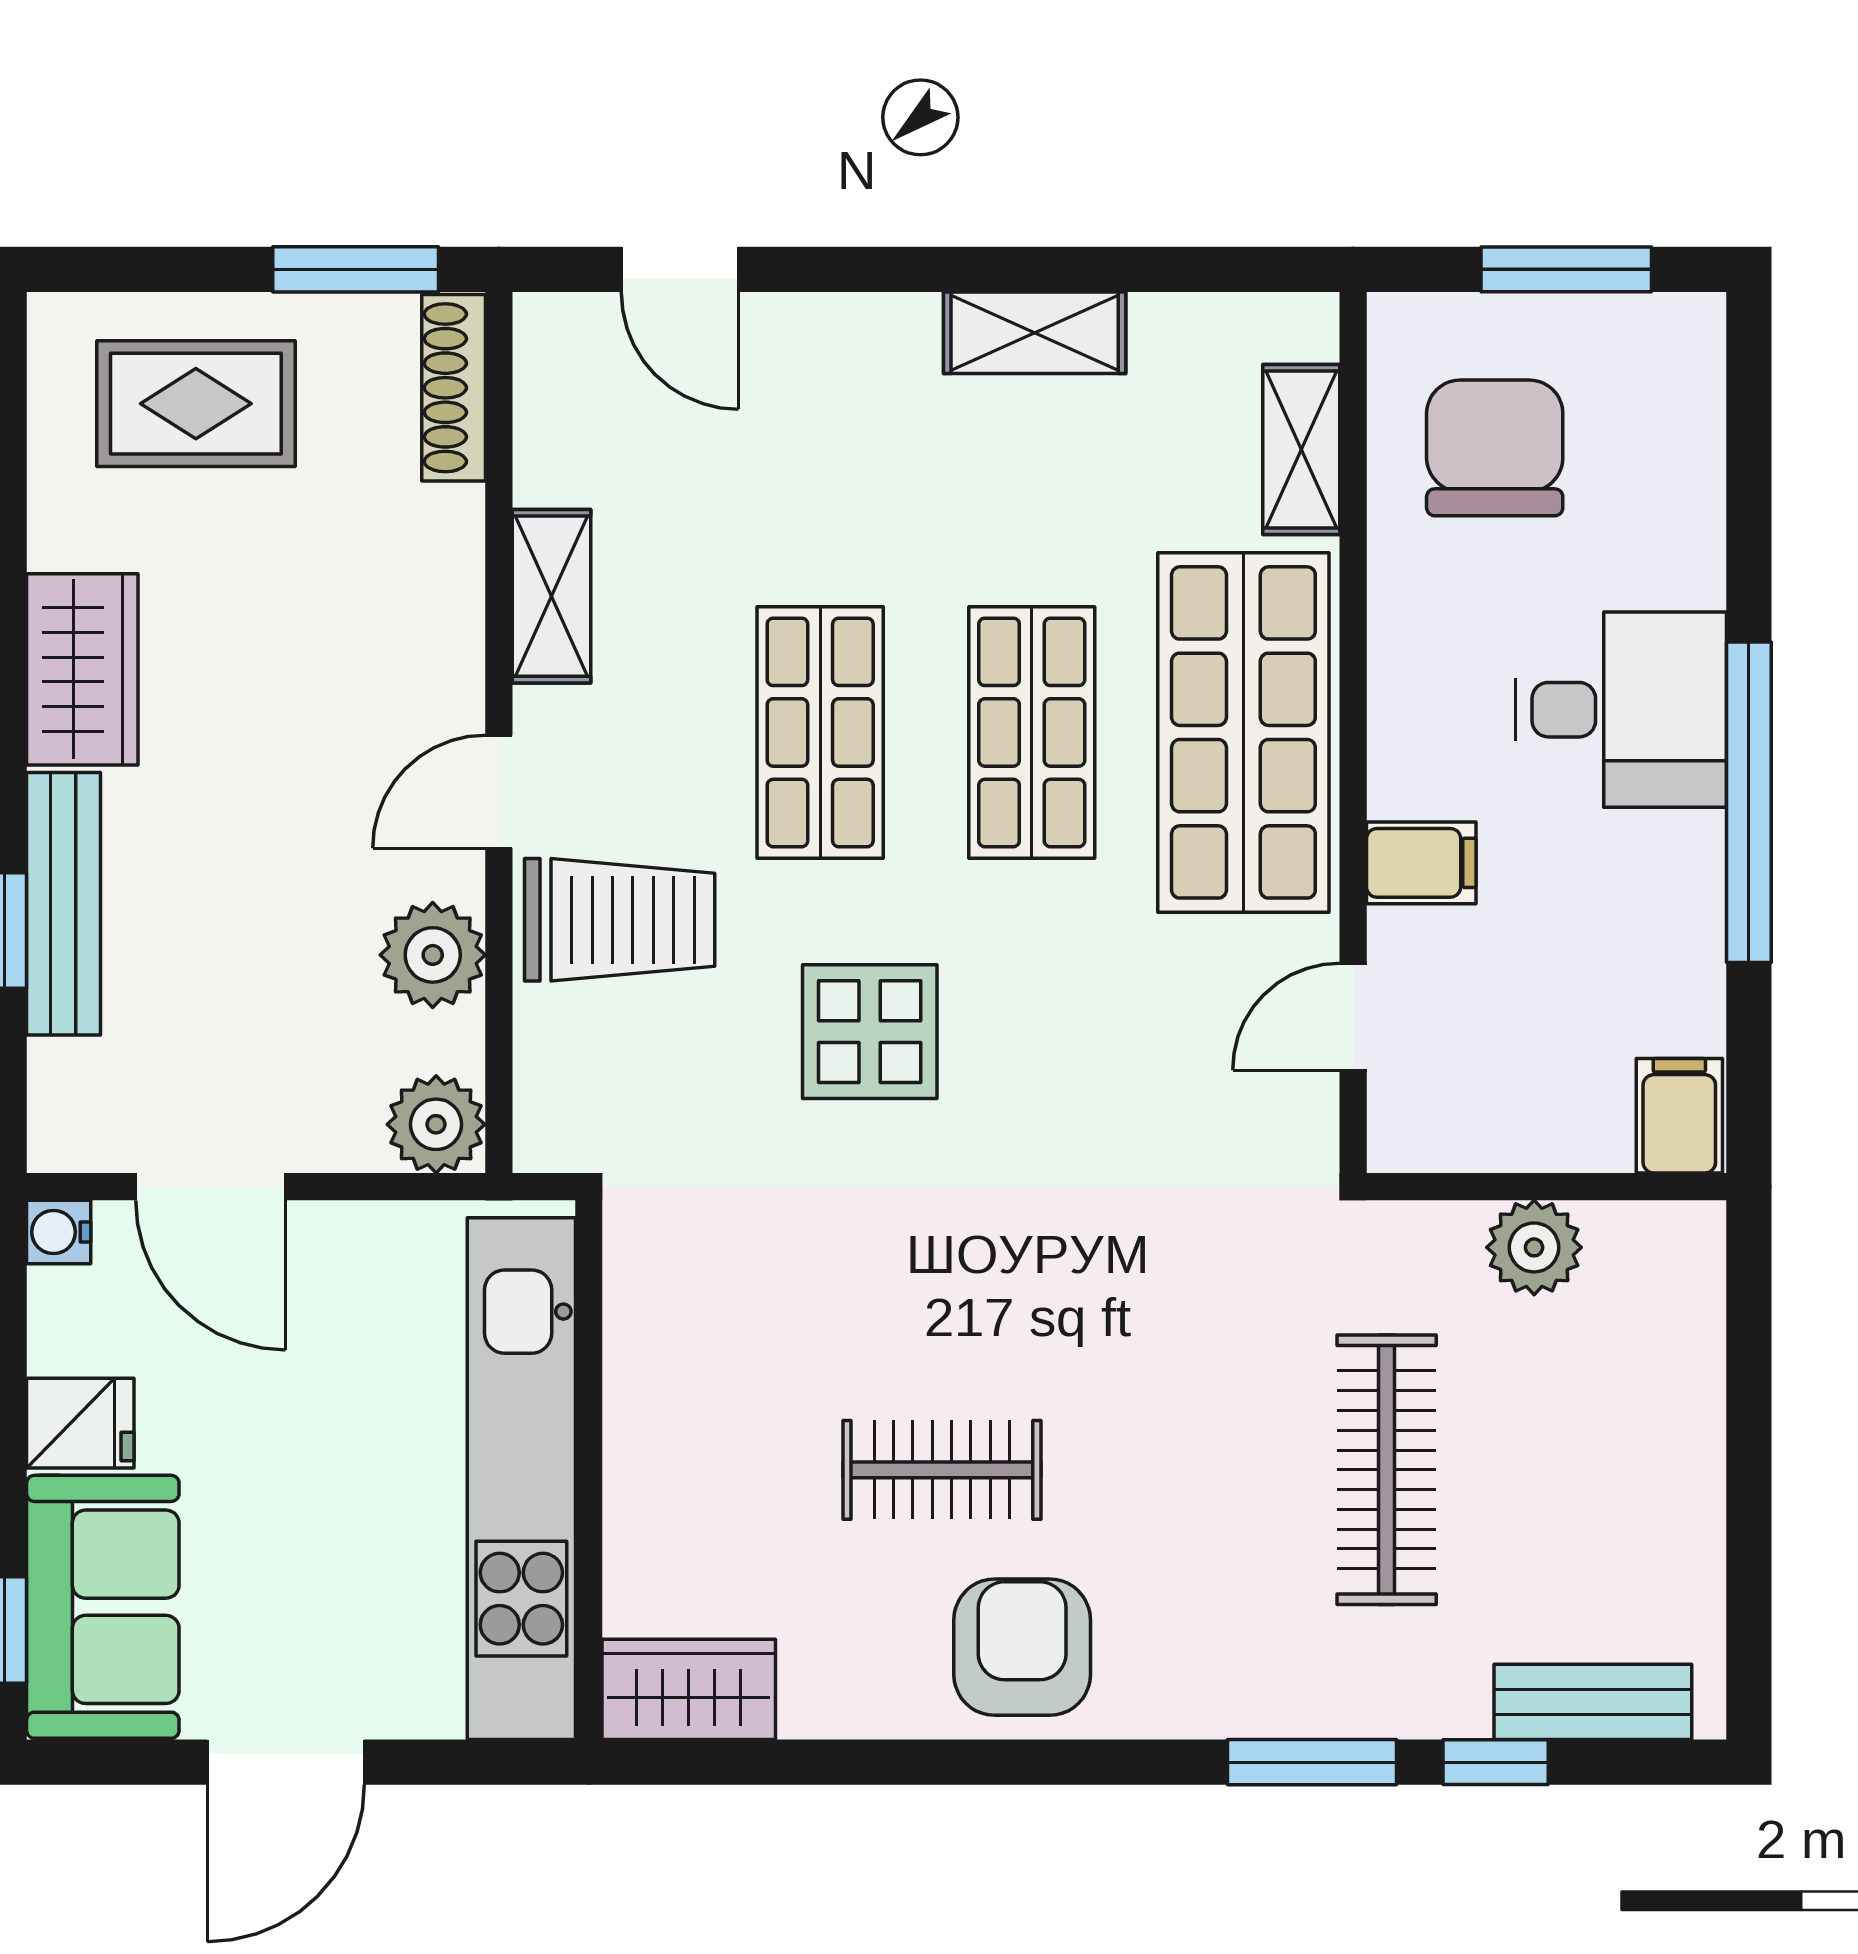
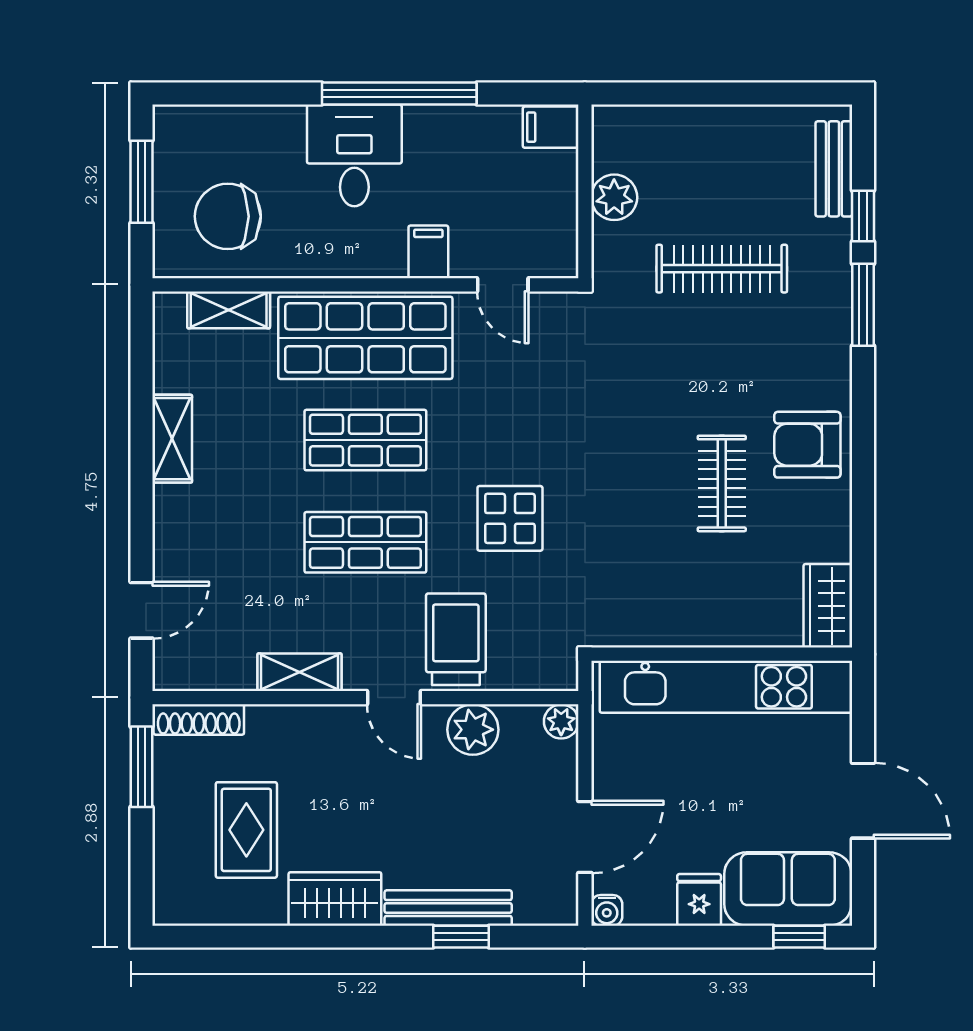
rug: (196, 404) -> (246, 830), moved
plant: (436, 1124) -> (561, 722), width x0.73, depth x0.73

